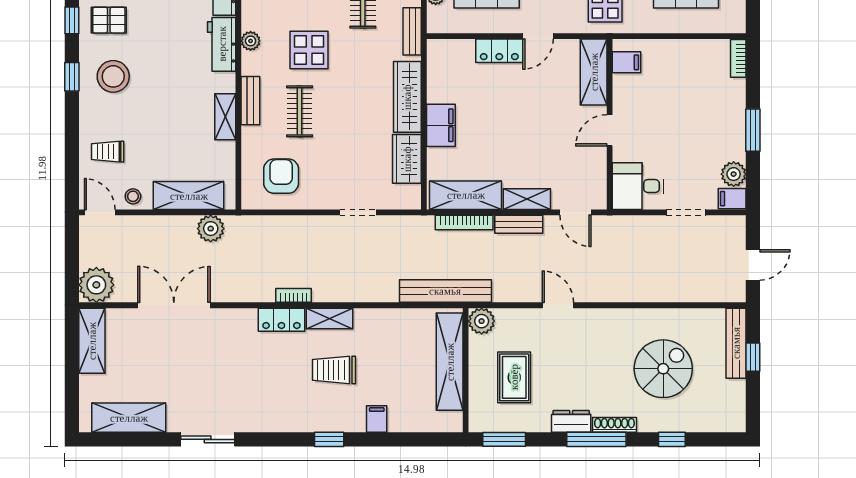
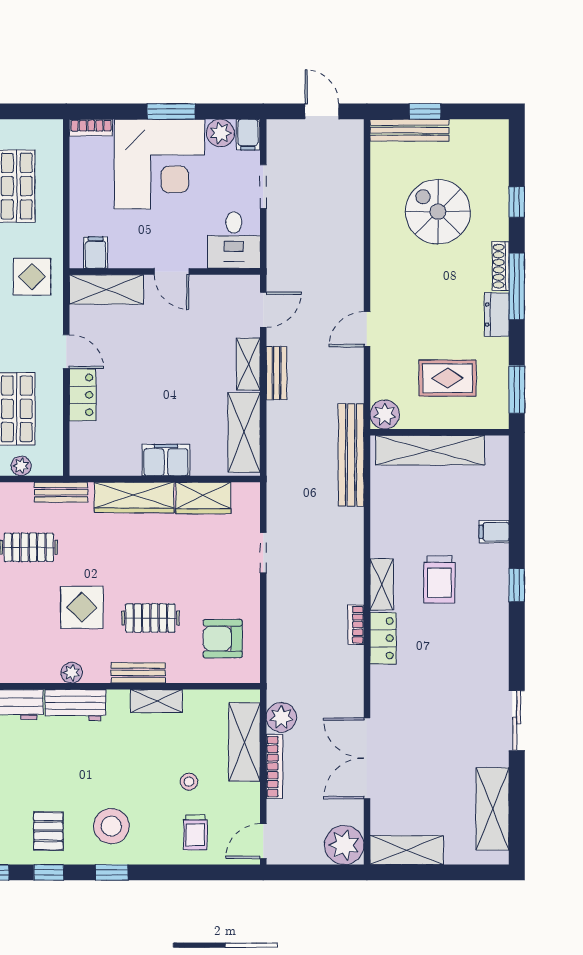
corner desk: (706, 120) -> (159, 164), added
stool: (133, 196) -> (189, 782), moved
bookcase: (464, 223) -> (275, 766), moved

